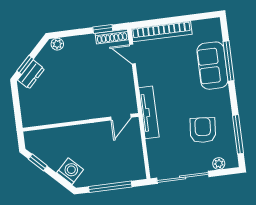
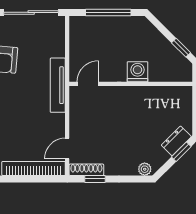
door: (132, 54) -> (67, 149), swing flipped
washing machine: (70, 171) -> (138, 72), moved, turned 135

